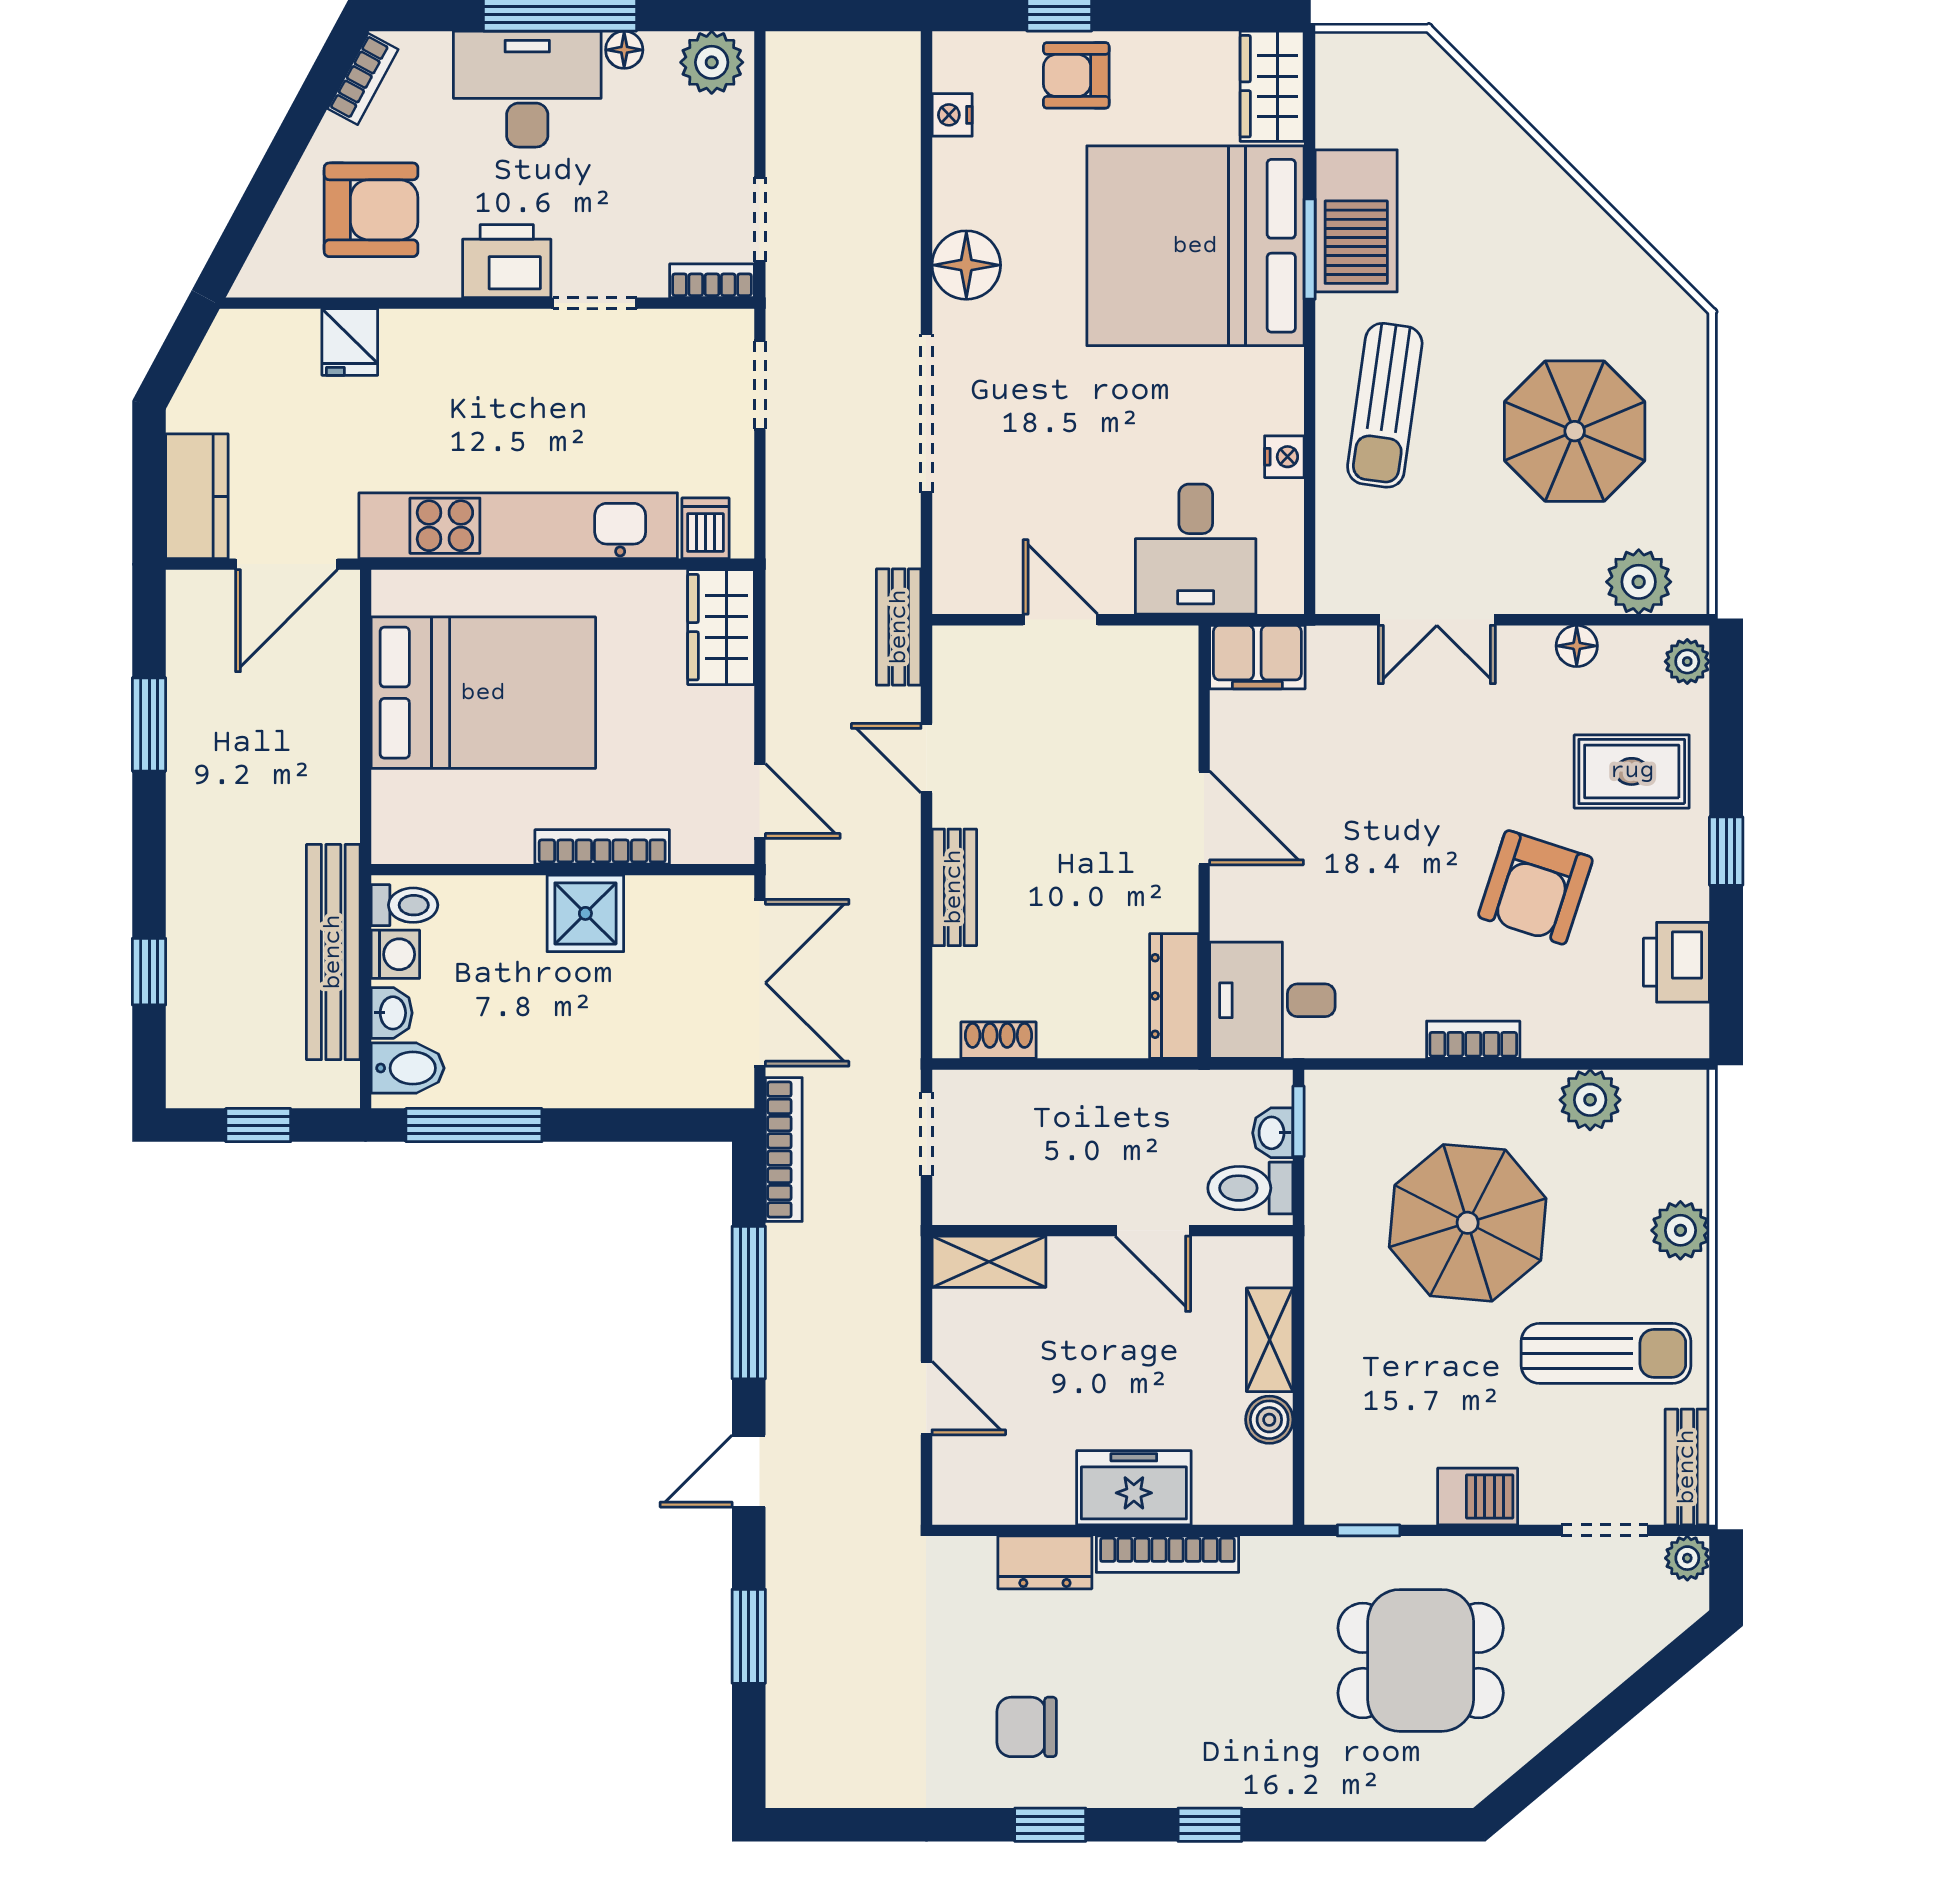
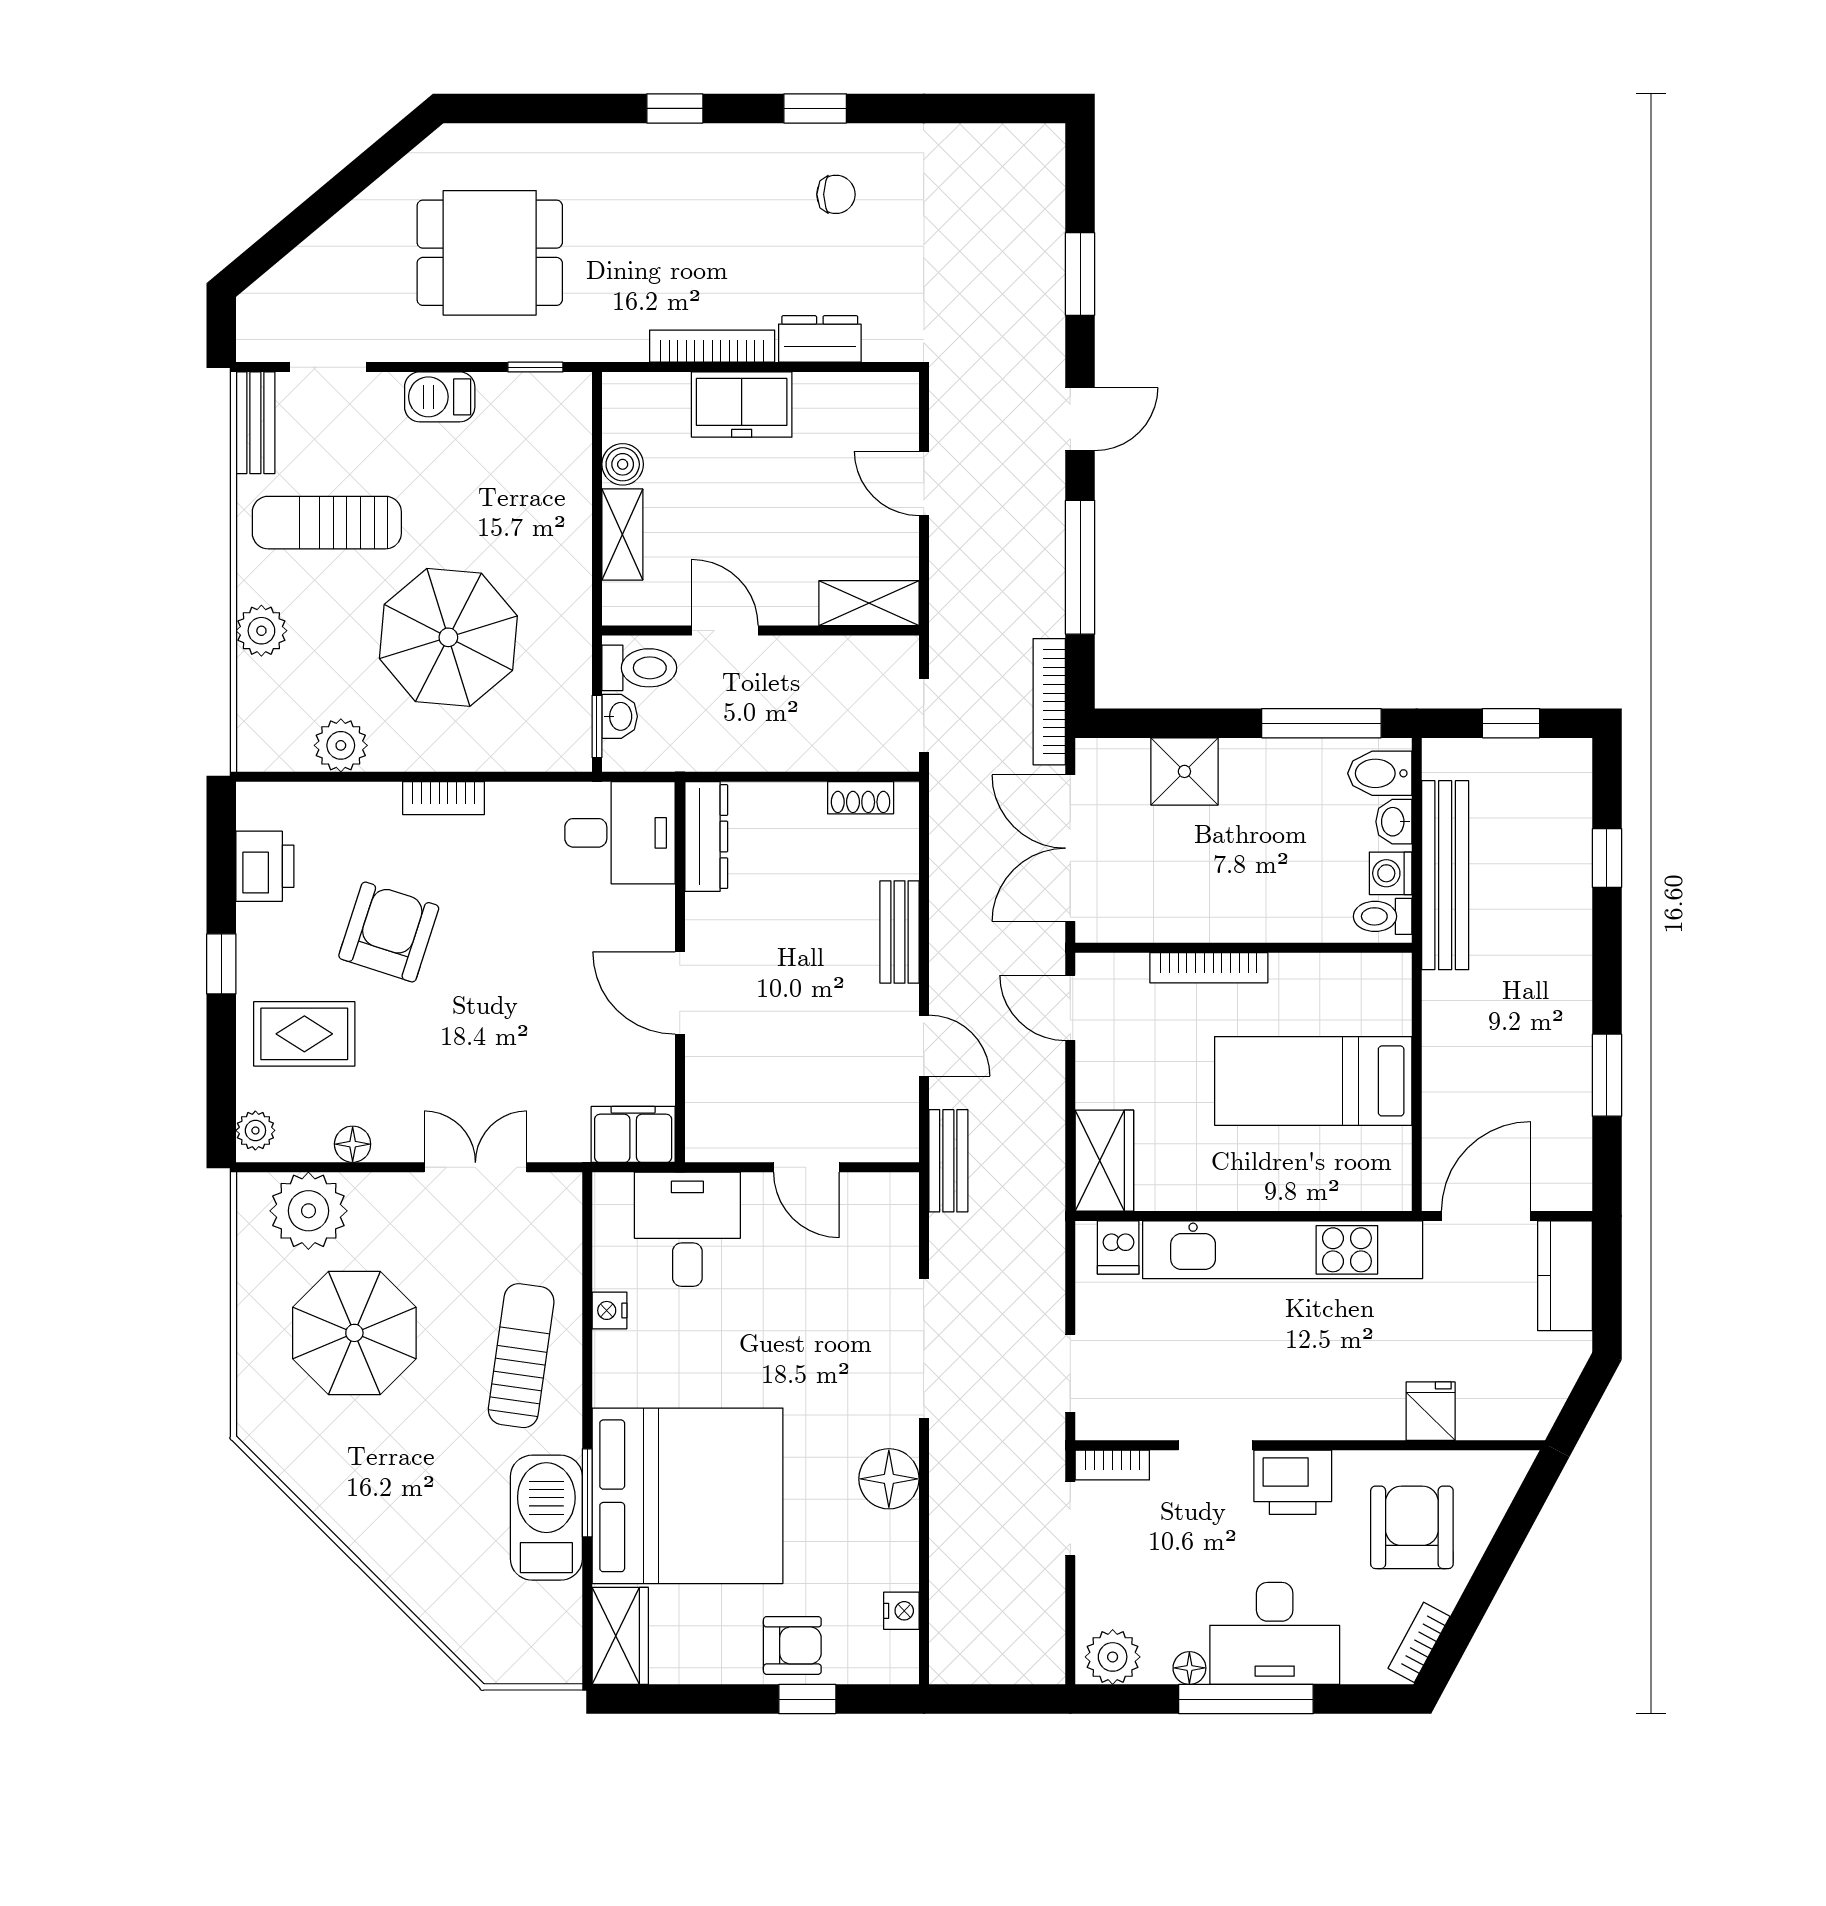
armchair: (371, 210) -> (1412, 1527), turned 90
plant: (1639, 582) -> (308, 1211), width x1.36, depth x1.36
bed: (483, 693) -> (1313, 1081), width x0.67
shower: (585, 913) -> (1184, 771), moved
plant: (1687, 1558) -> (255, 343), removed
chair: (1027, 1727) -> (836, 194), width x0.73, depth x0.73

